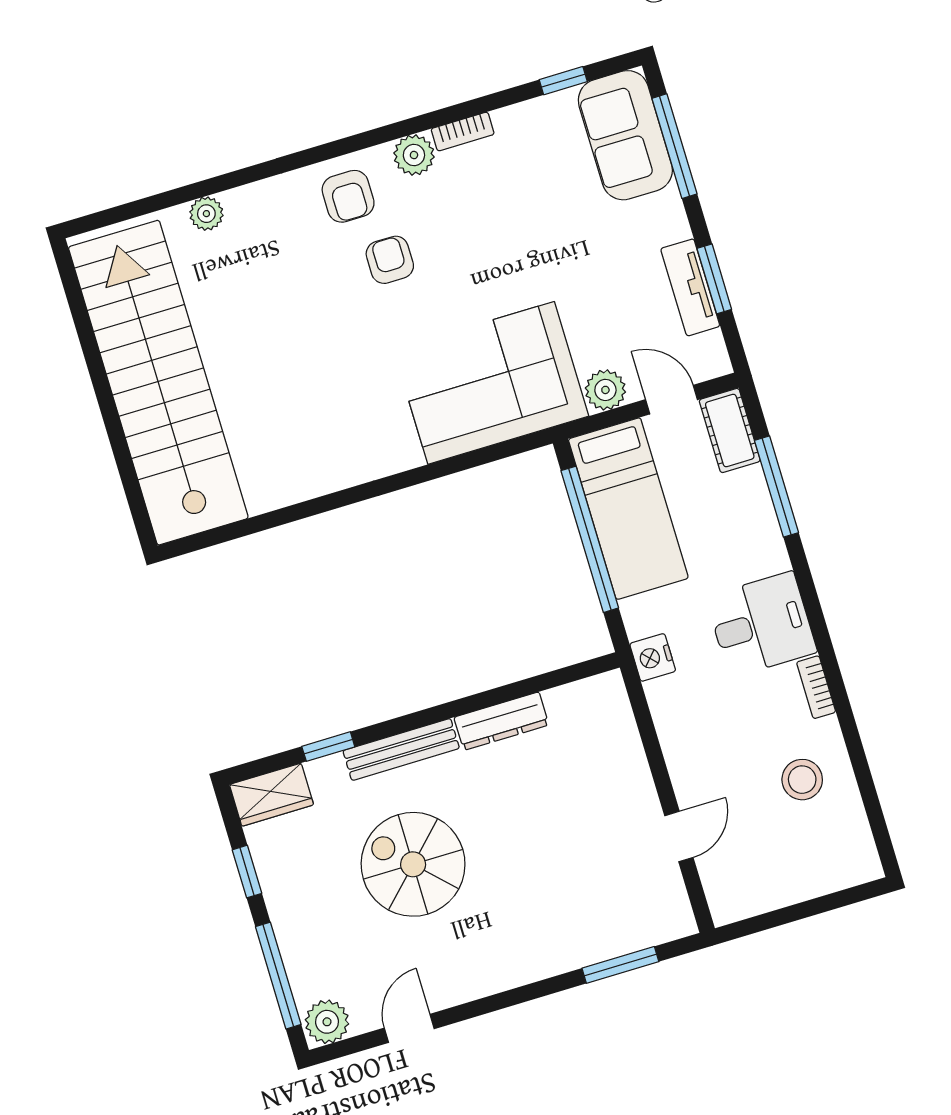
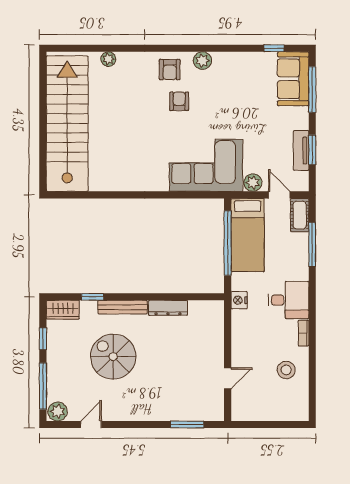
bookcase: (463, 132) -> (226, 57), removed

